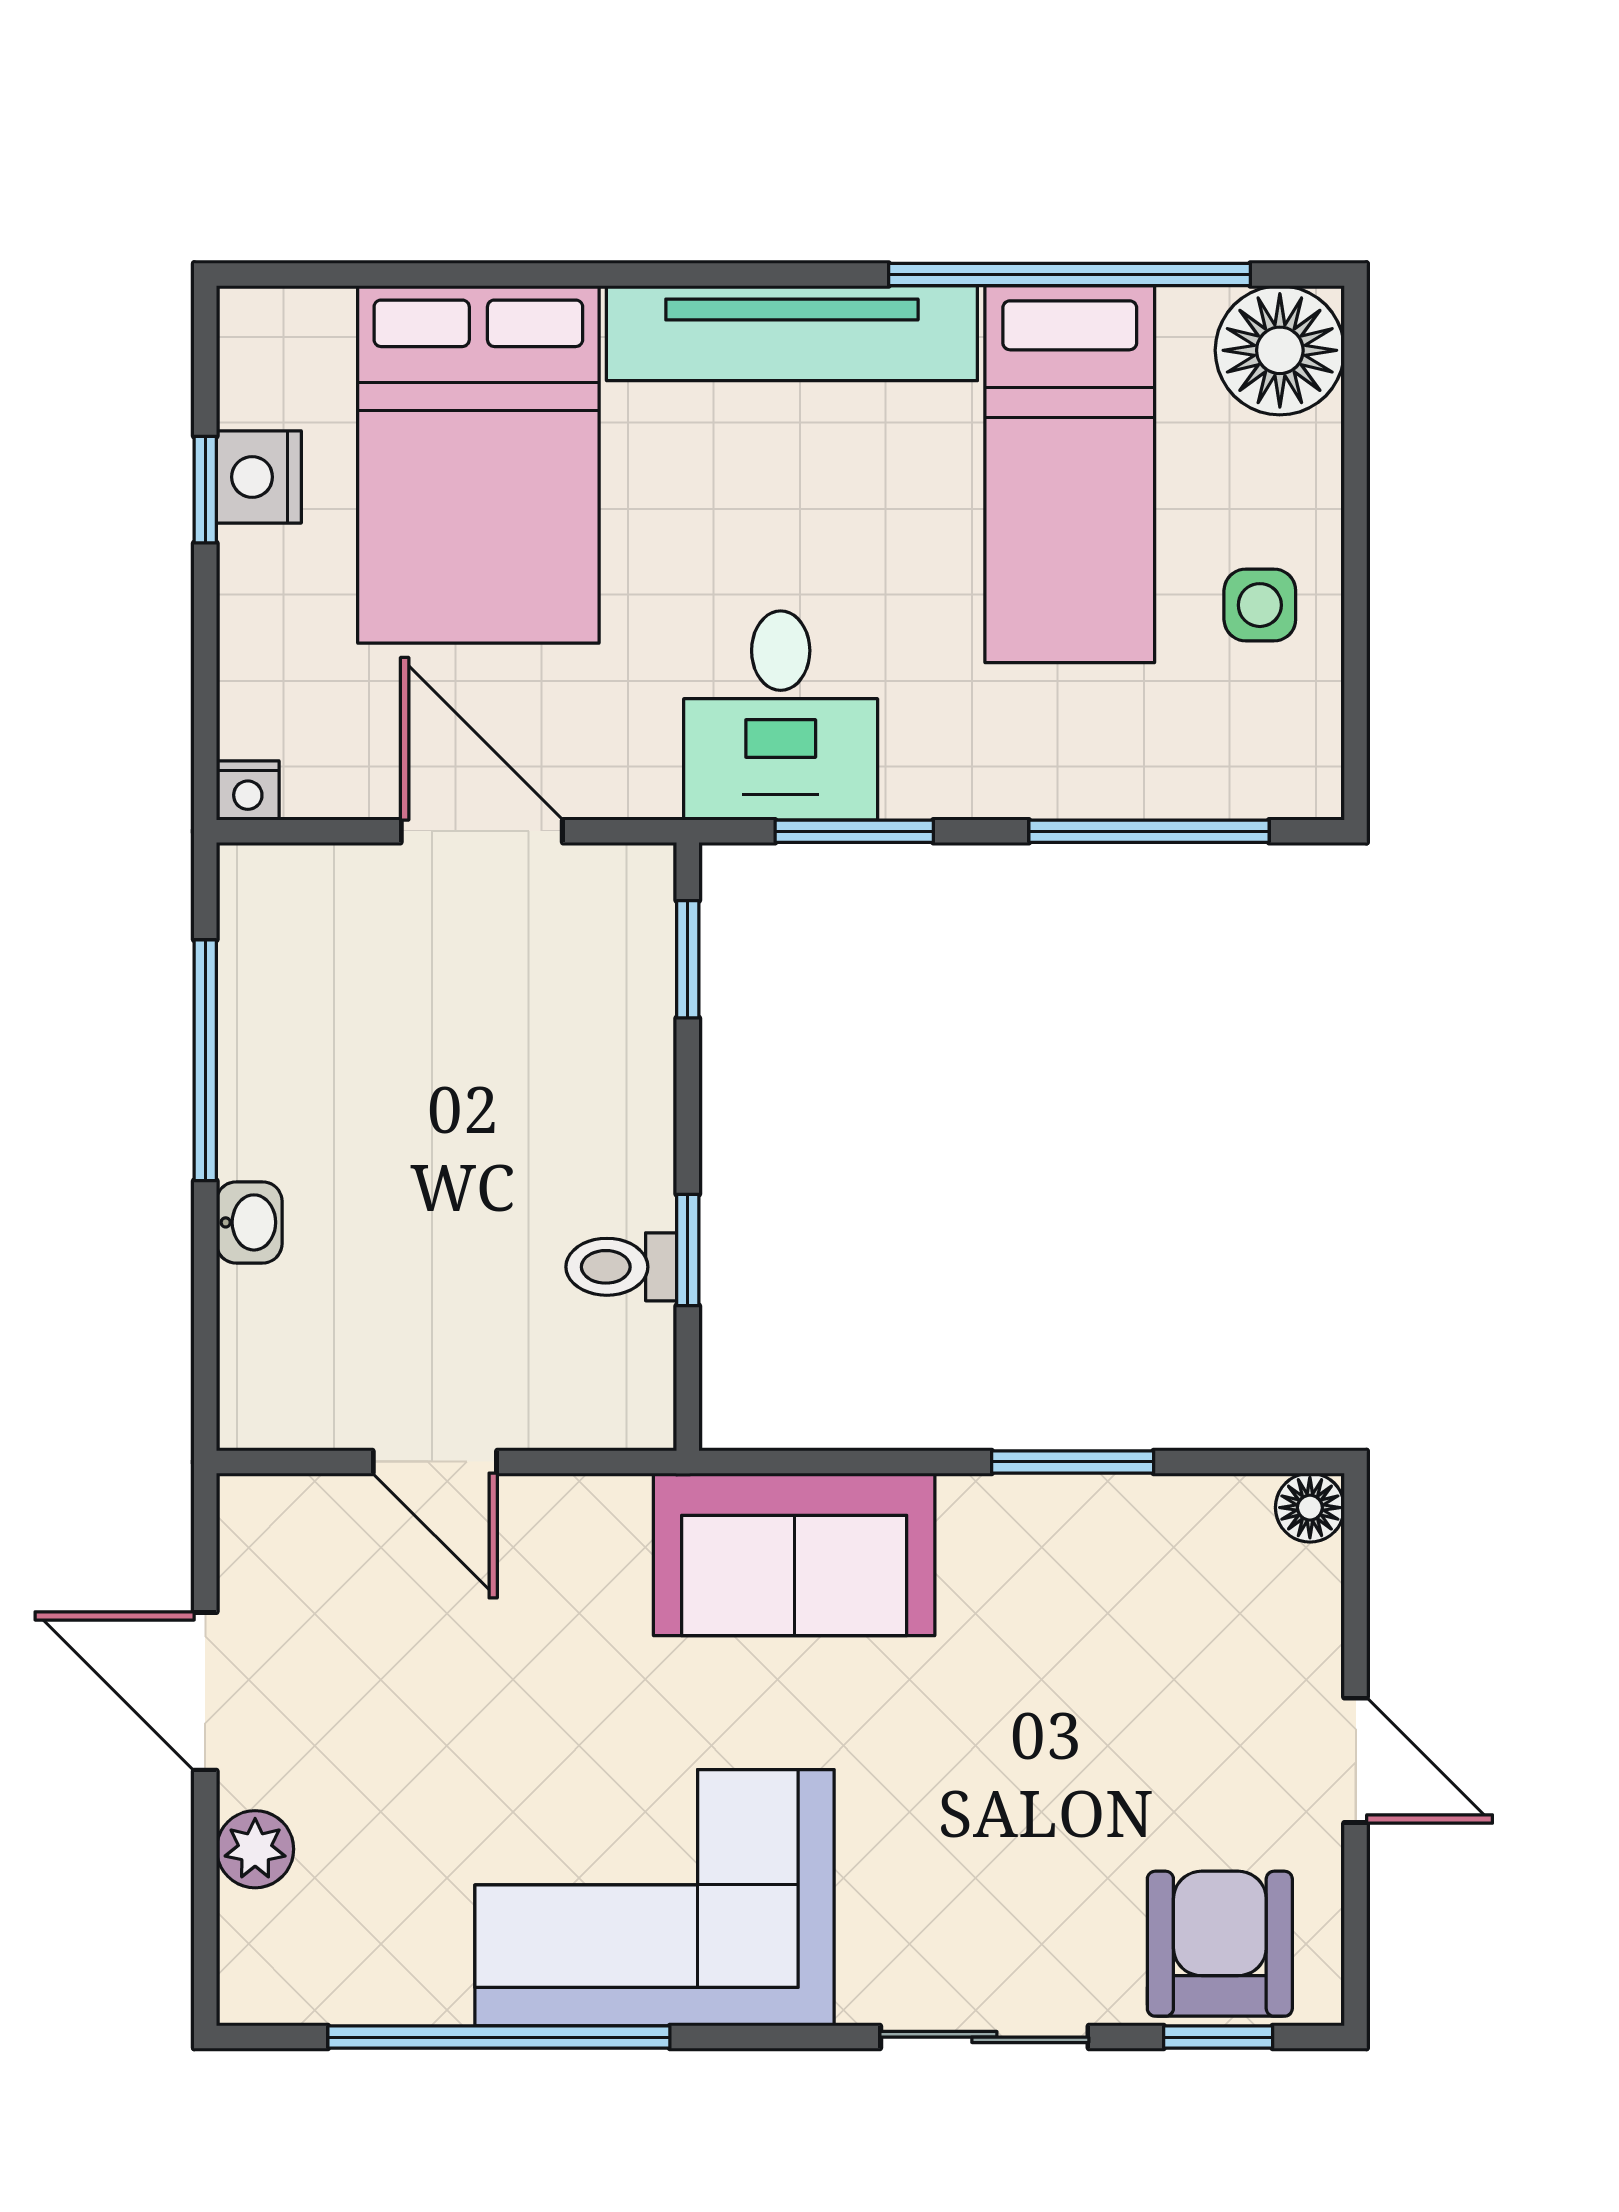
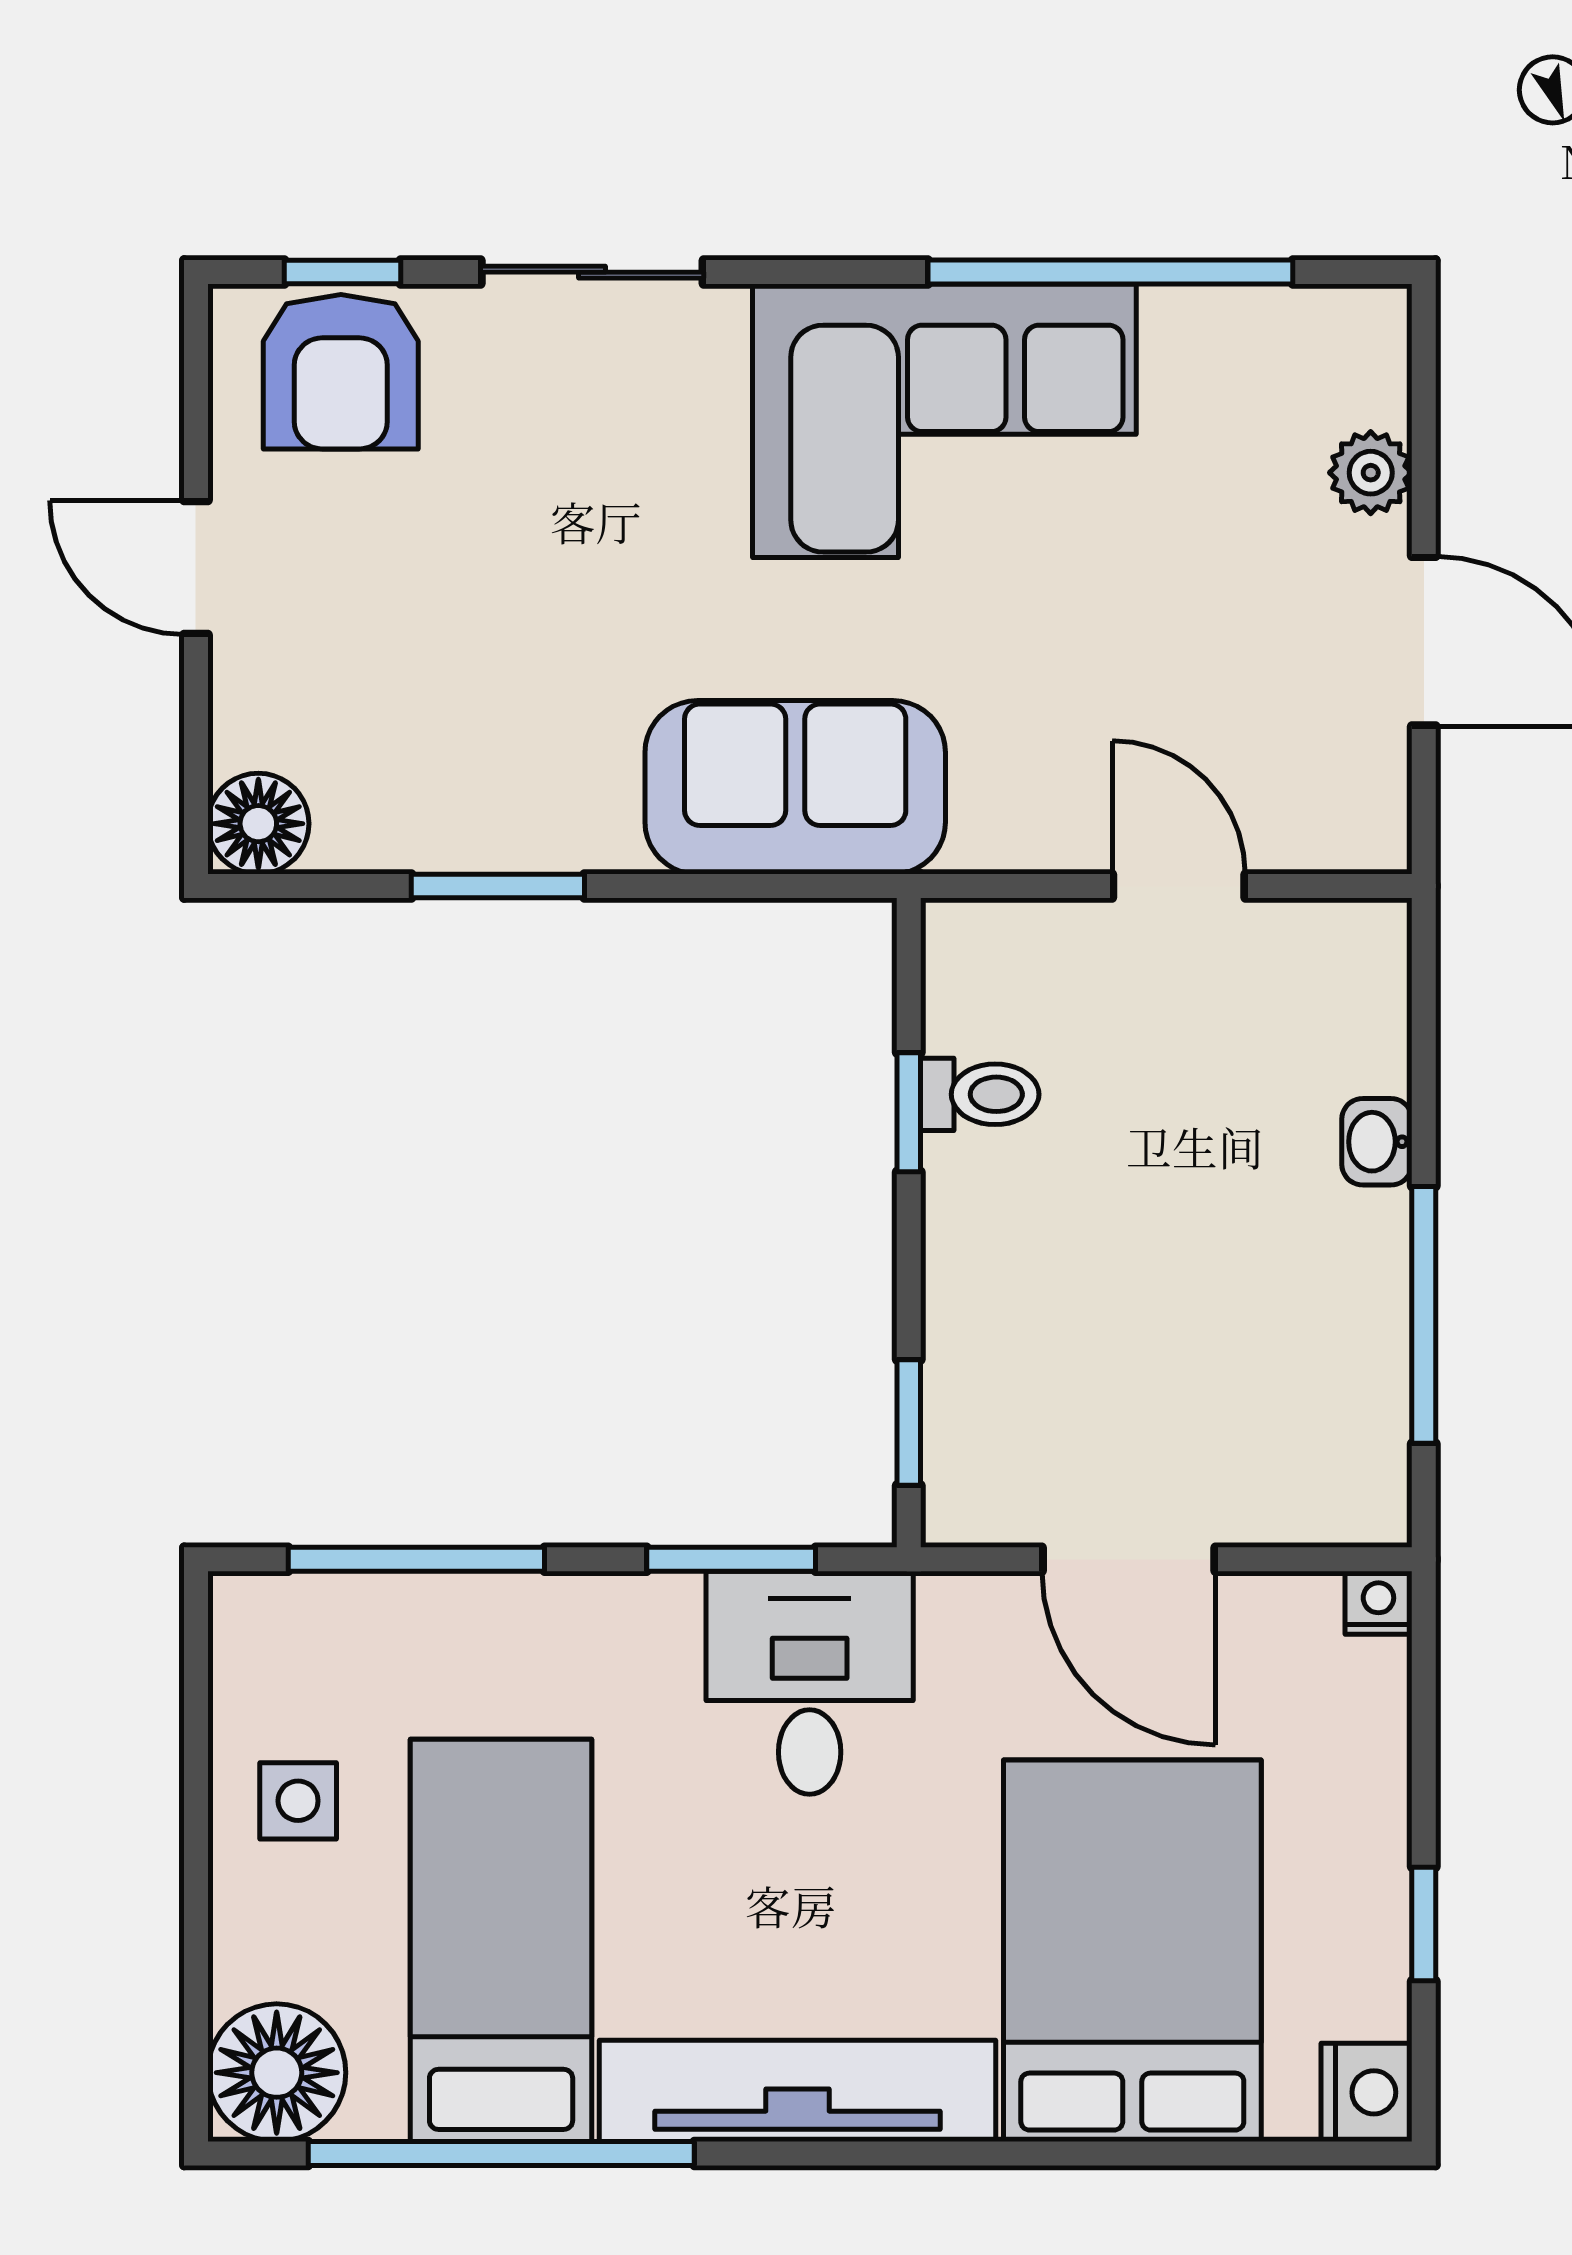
nightstand: (259, 477) -> (1367, 2092), moved
floor lamp: (1310, 1508) -> (258, 824), width x1.37, depth x1.37

